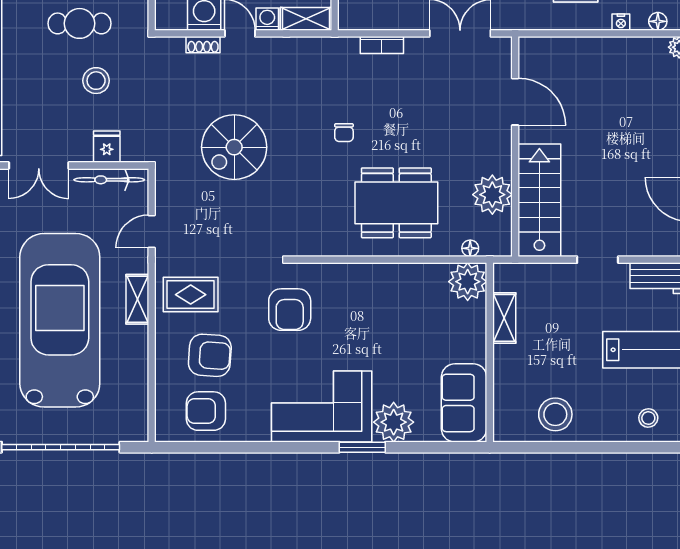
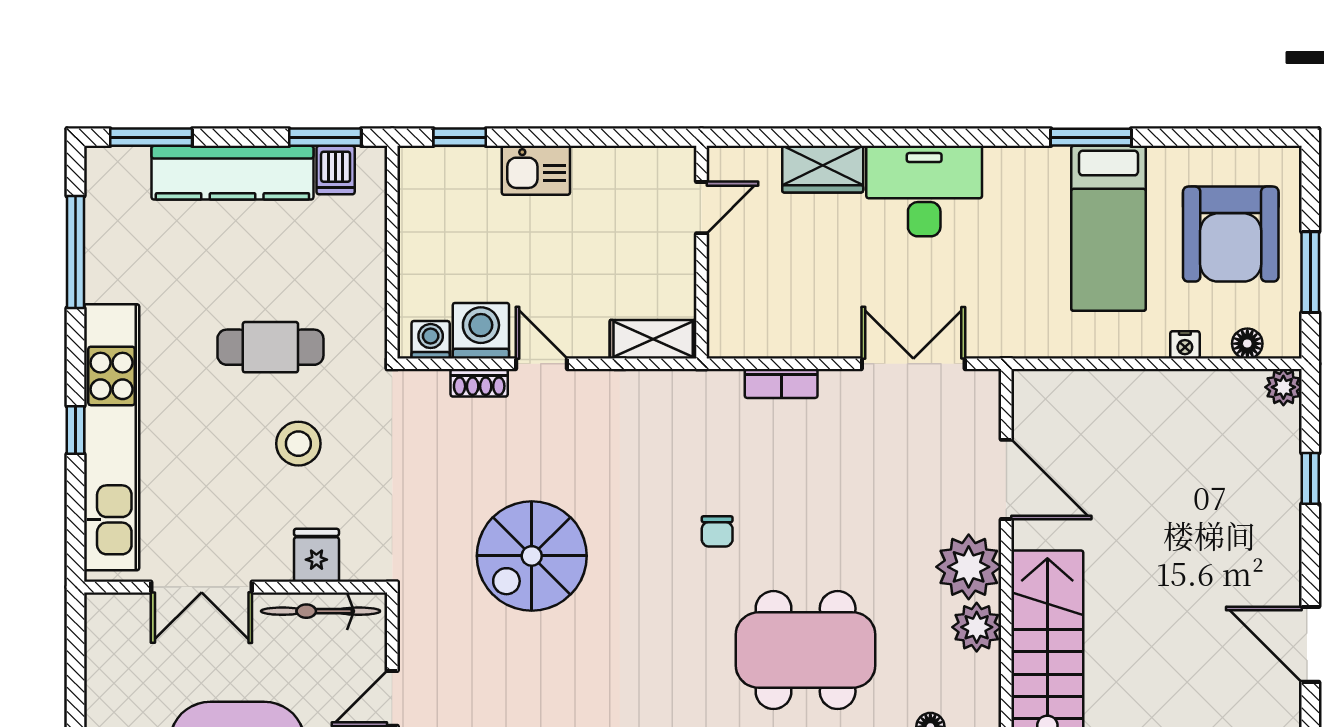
washing machine: (267, 19) -> (431, 340), moved
plant: (493, 154) -> (969, 567), added
plant: (492, 195) -> (977, 627), width x0.73, depth x0.73

